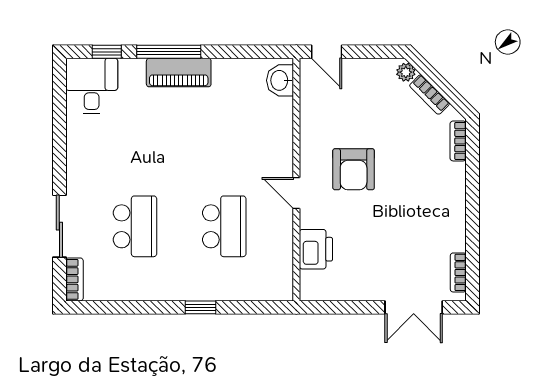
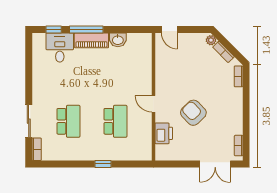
washbasin: (280, 80) -> (118, 40), moved, turned -90
desk: (92, 86) -> (60, 47), moved
armchair: (354, 169) -> (193, 113), moved, turned 136

